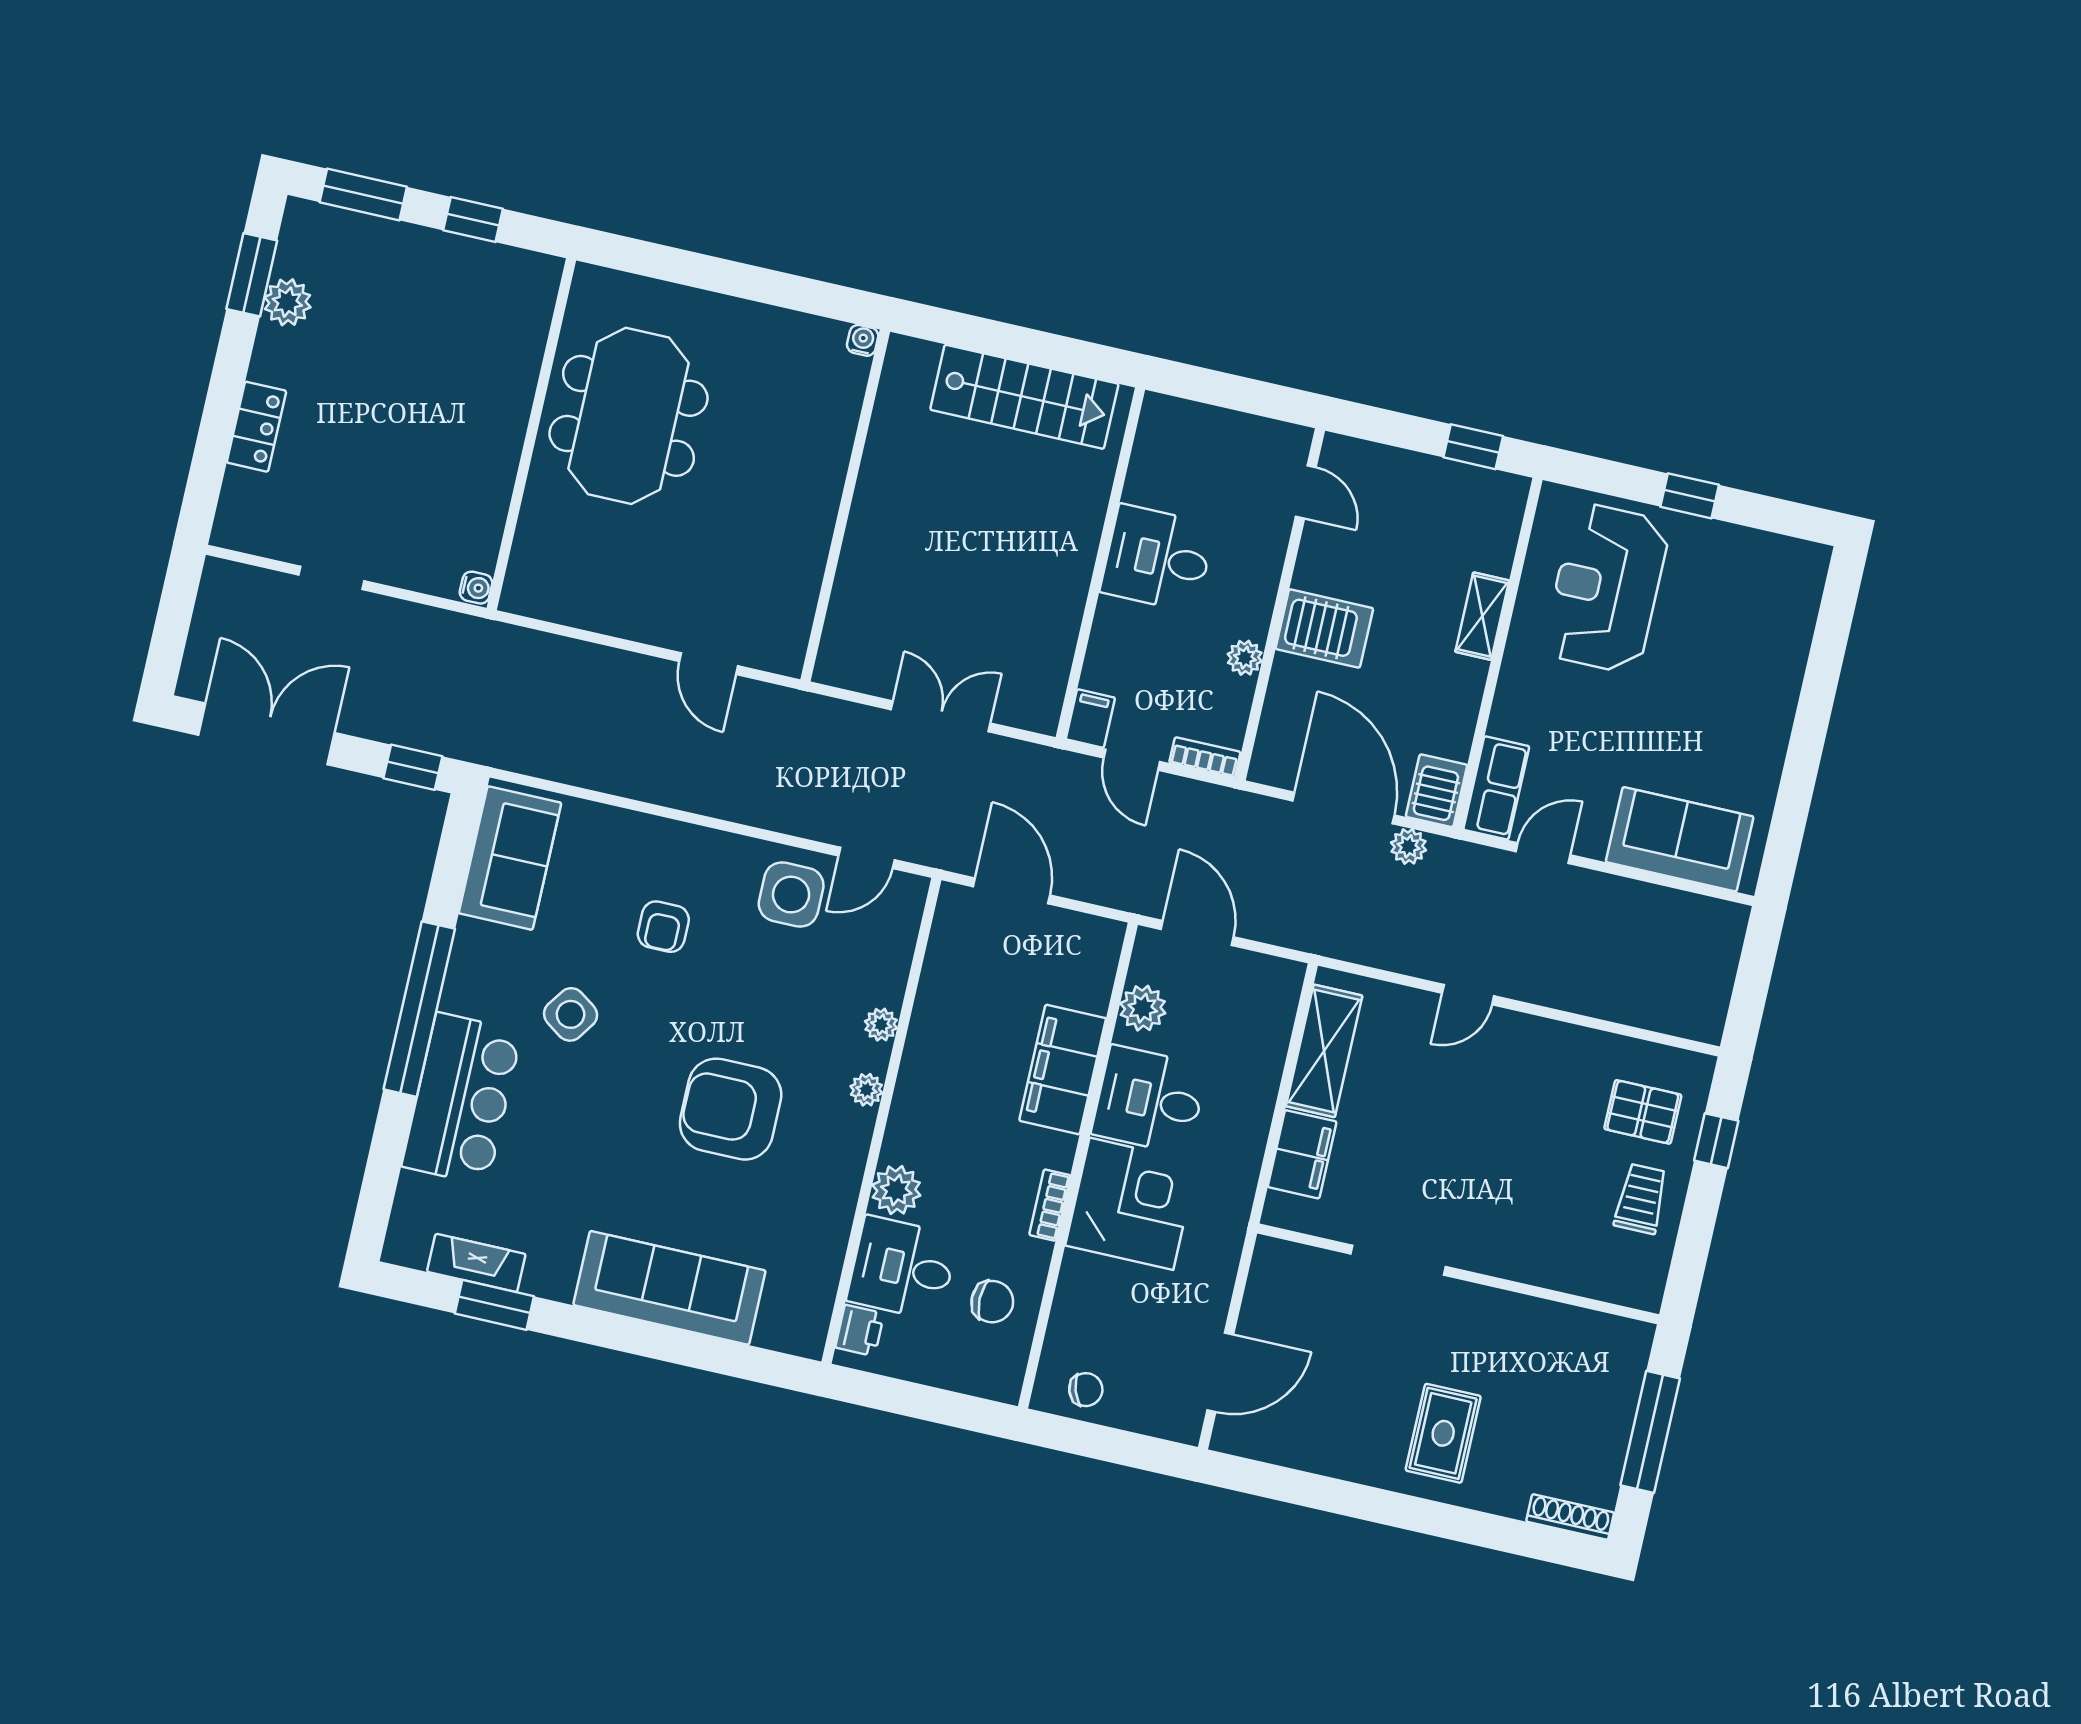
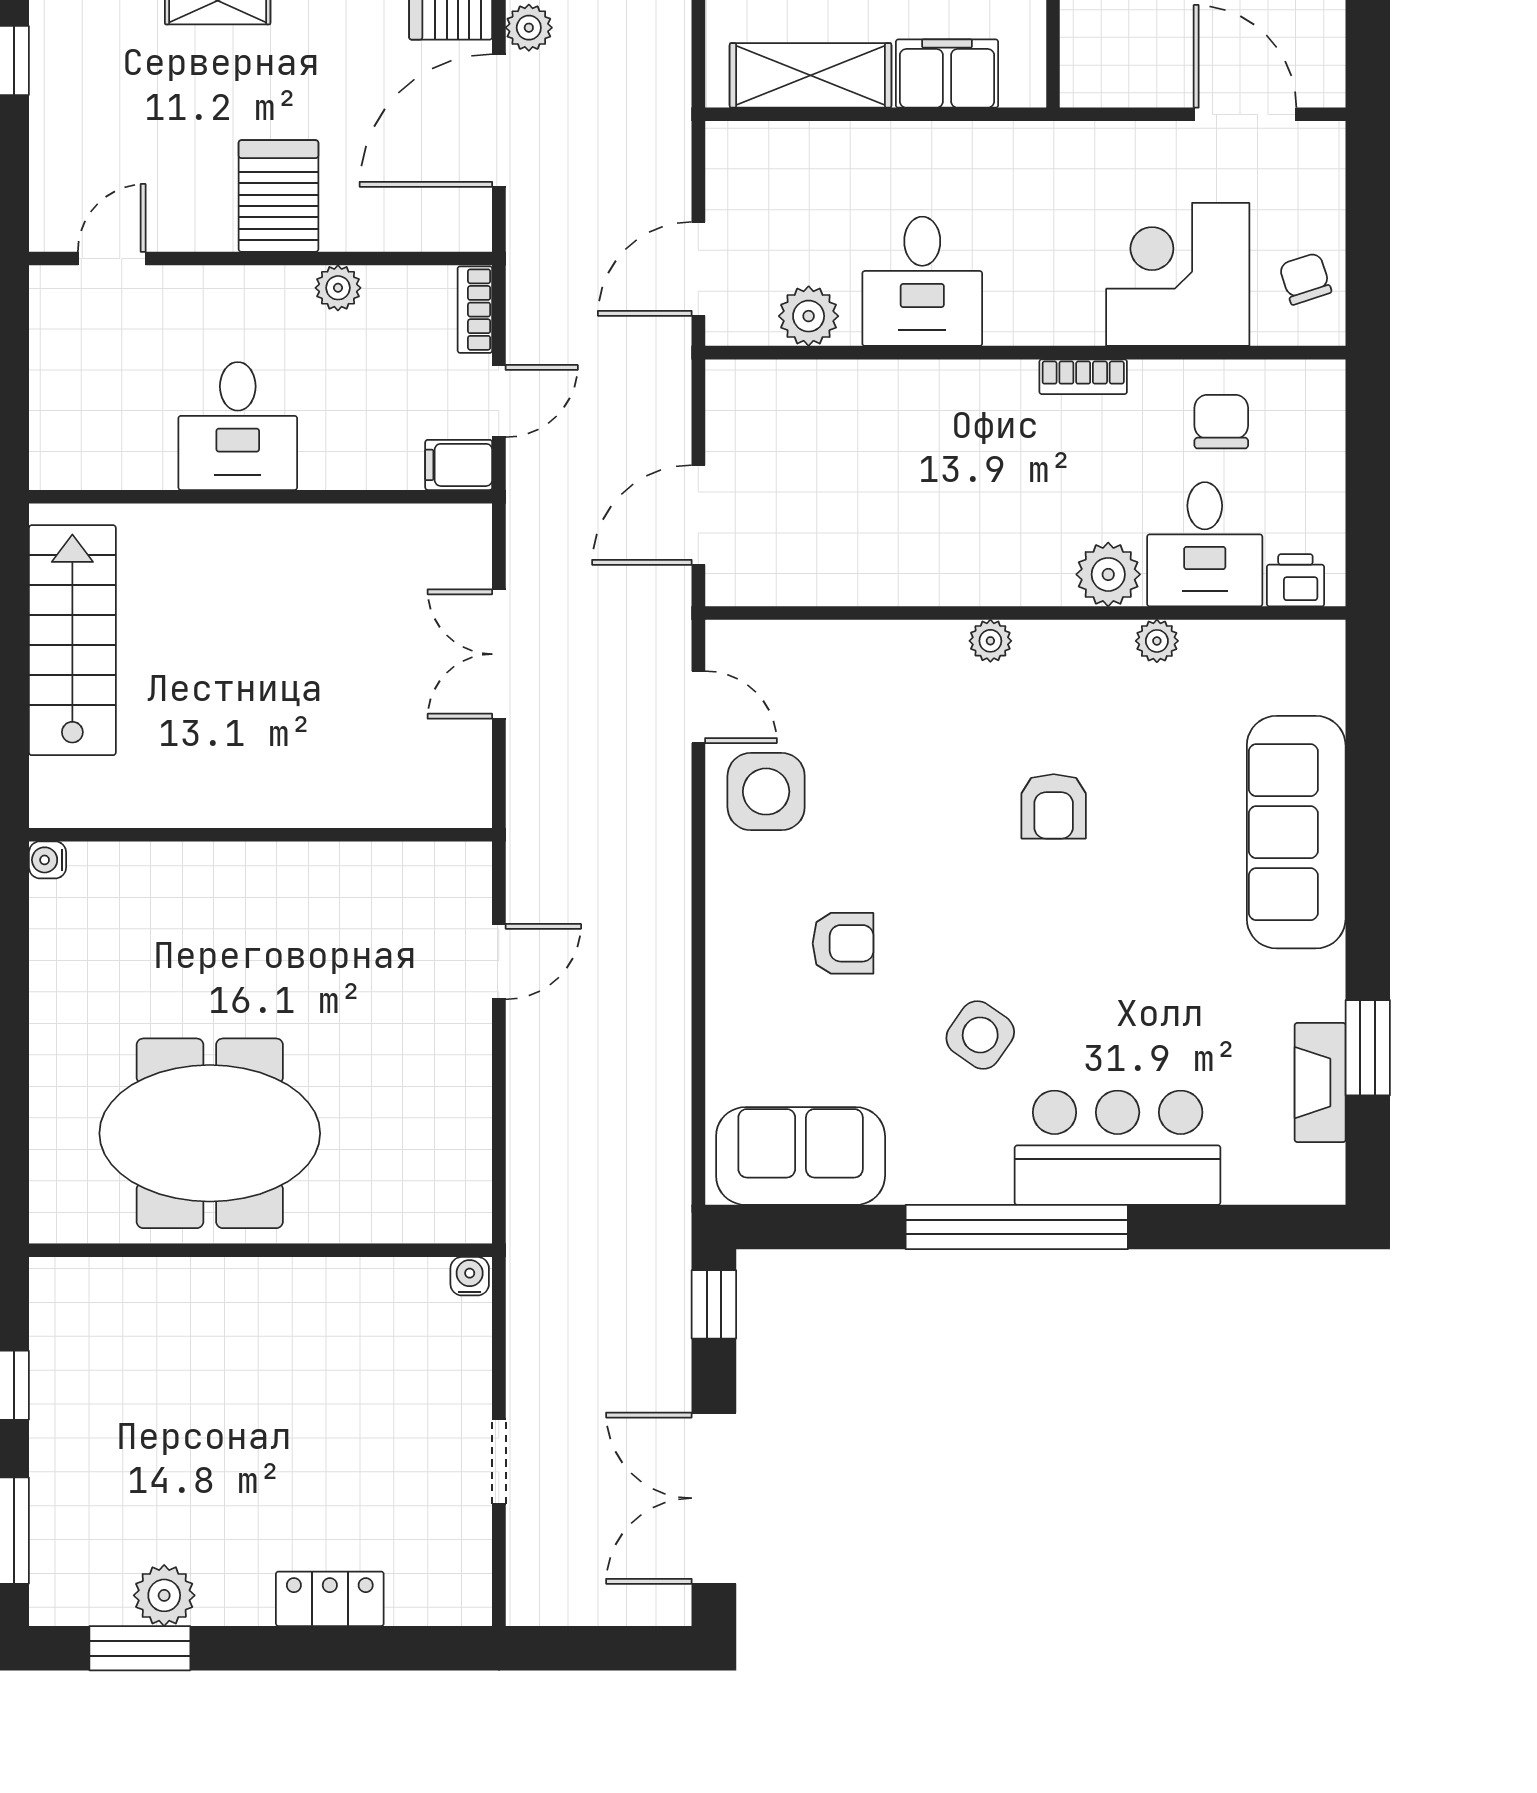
plant: (881, 1025) -> (1157, 641), moved
filing cabinet: (1063, 1069) -> (909, 399), removed
armchair: (731, 1109) -> (1054, 806), width x0.53, depth x0.53
corner desk: (1131, 1204) -> (1178, 274), moved

